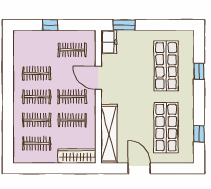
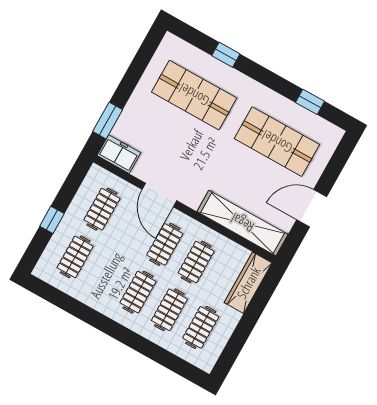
clothes rail: (37, 73) -> (75, 257), moved
door: (98, 78) -> (159, 195), hinge flipped

